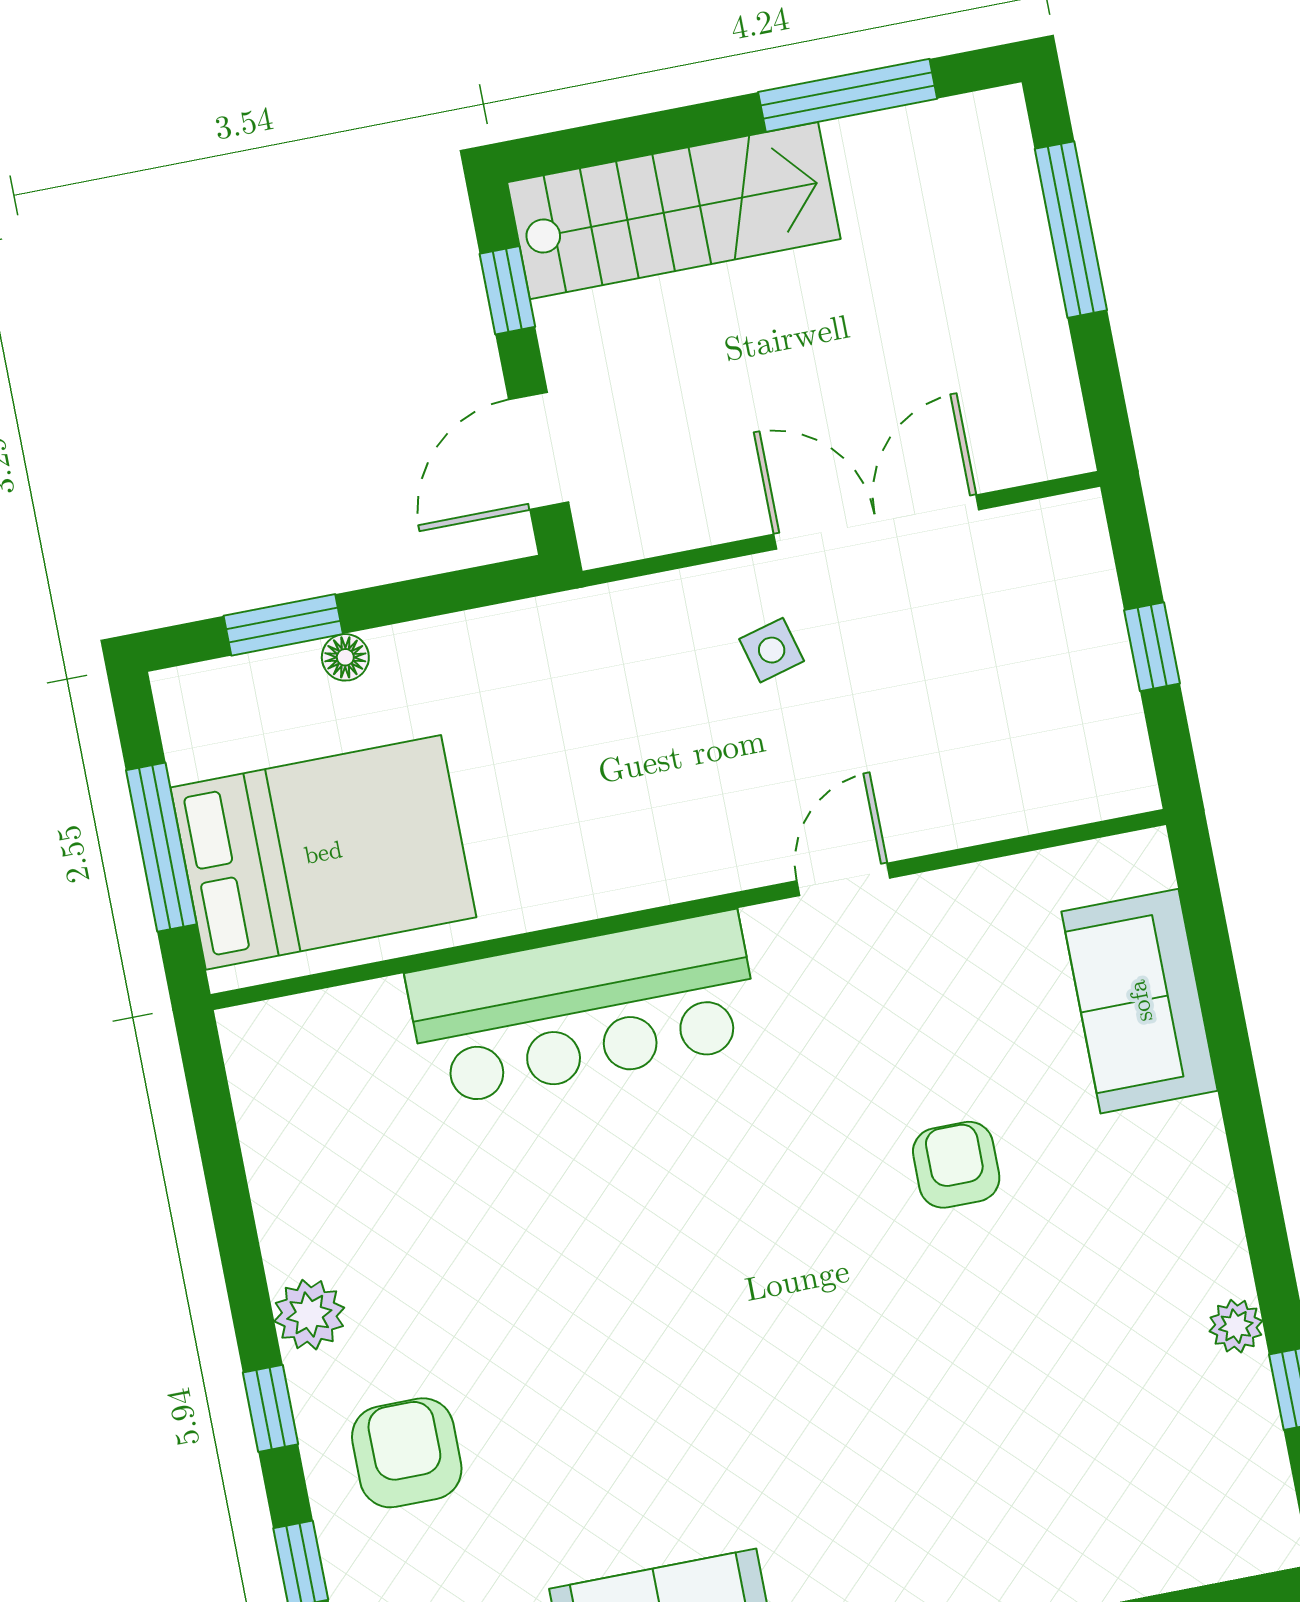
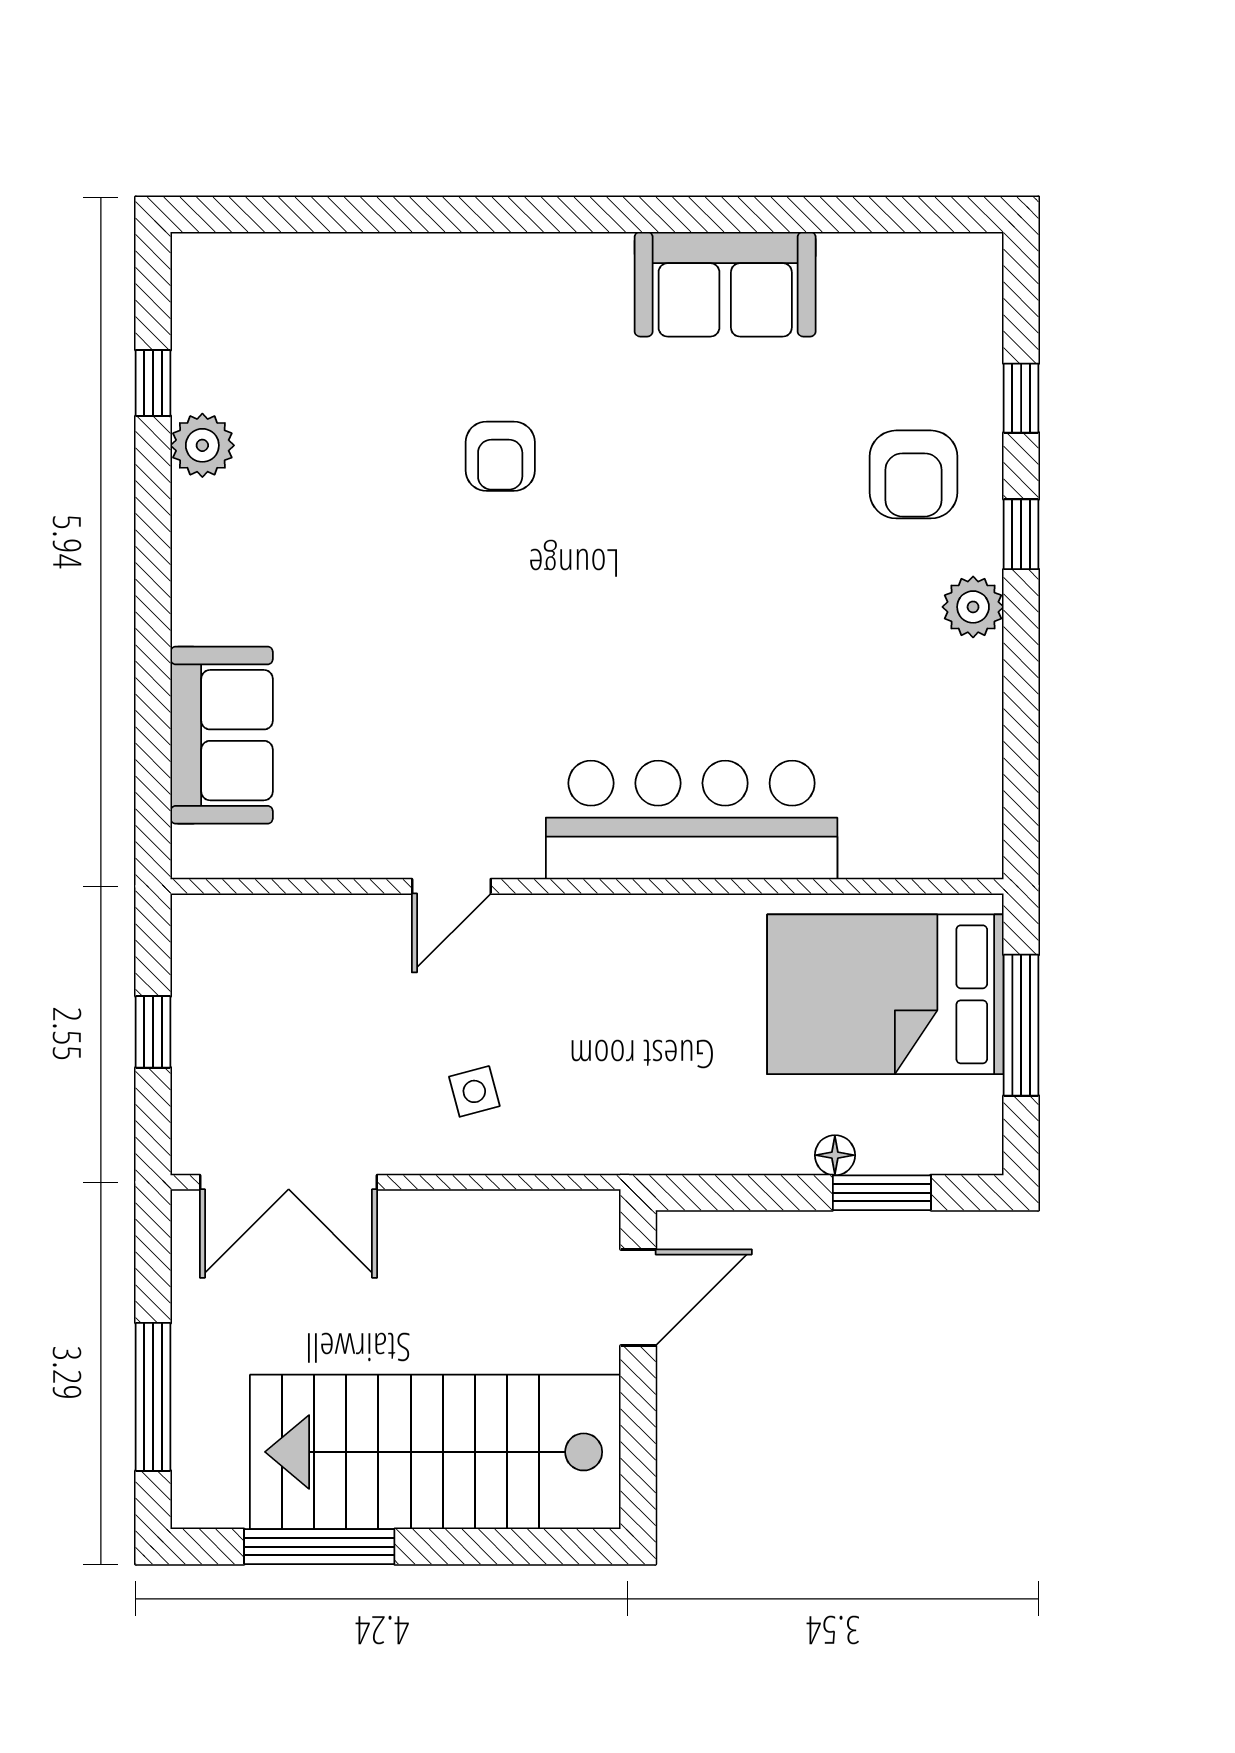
stairs: (674, 211) -> (435, 1452), width x1.36, depth x1.51
window: (507, 290) -> (638, 1438), removed
double door: (876, 522) -> (289, 1182), moved
armchair: (956, 1165) -> (500, 456), moved
plant: (1236, 1326) -> (202, 445), width x1.38, depth x1.38

